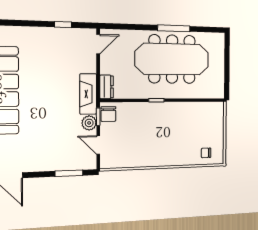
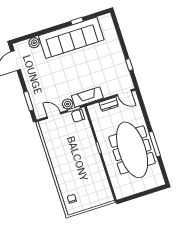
dresser: (107, 87) -> (109, 104), moved
door: (98, 145) -> (54, 115), hinge flipped

